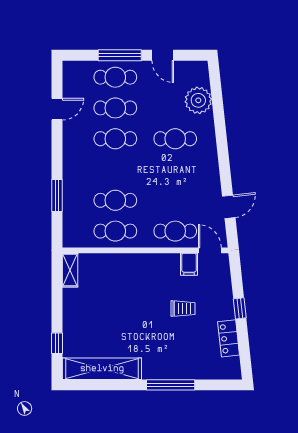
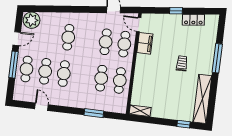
plant: (198, 100) -> (32, 20), moved
cafe table: (175, 200) -> (106, 42), added
door: (210, 250) -> (139, 25), hinge flipped
filing cabinet: (189, 264) -> (145, 43), width x2.00
trolley: (183, 309) -> (182, 63), moved

